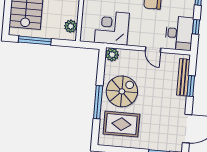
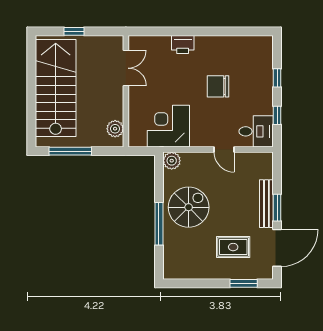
desk: (179, 33) -> (256, 131), width x0.73
bench: (183, 77) -> (266, 204), moved
window: (191, 86) -> (277, 208), moved
rug: (121, 124) -> (233, 247), moved, width x0.73, depth x0.70

